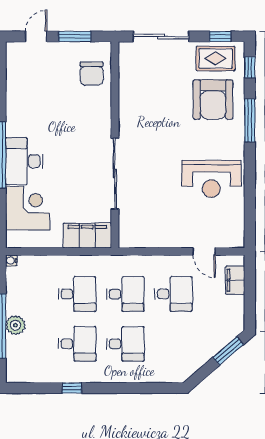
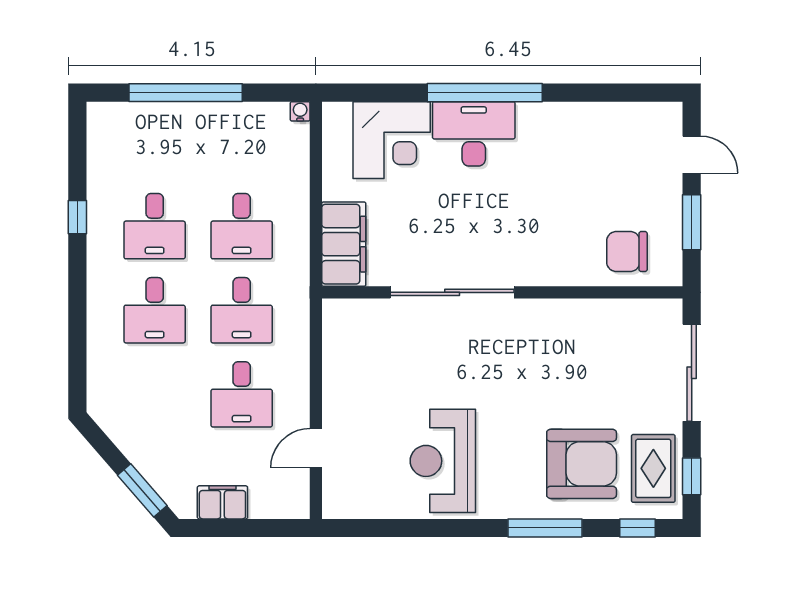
armchair: (213, 100) -> (582, 464), turned 180
filing cabinet: (235, 280) -> (222, 502), moved
plant: (15, 325) -> (187, 119), removed

